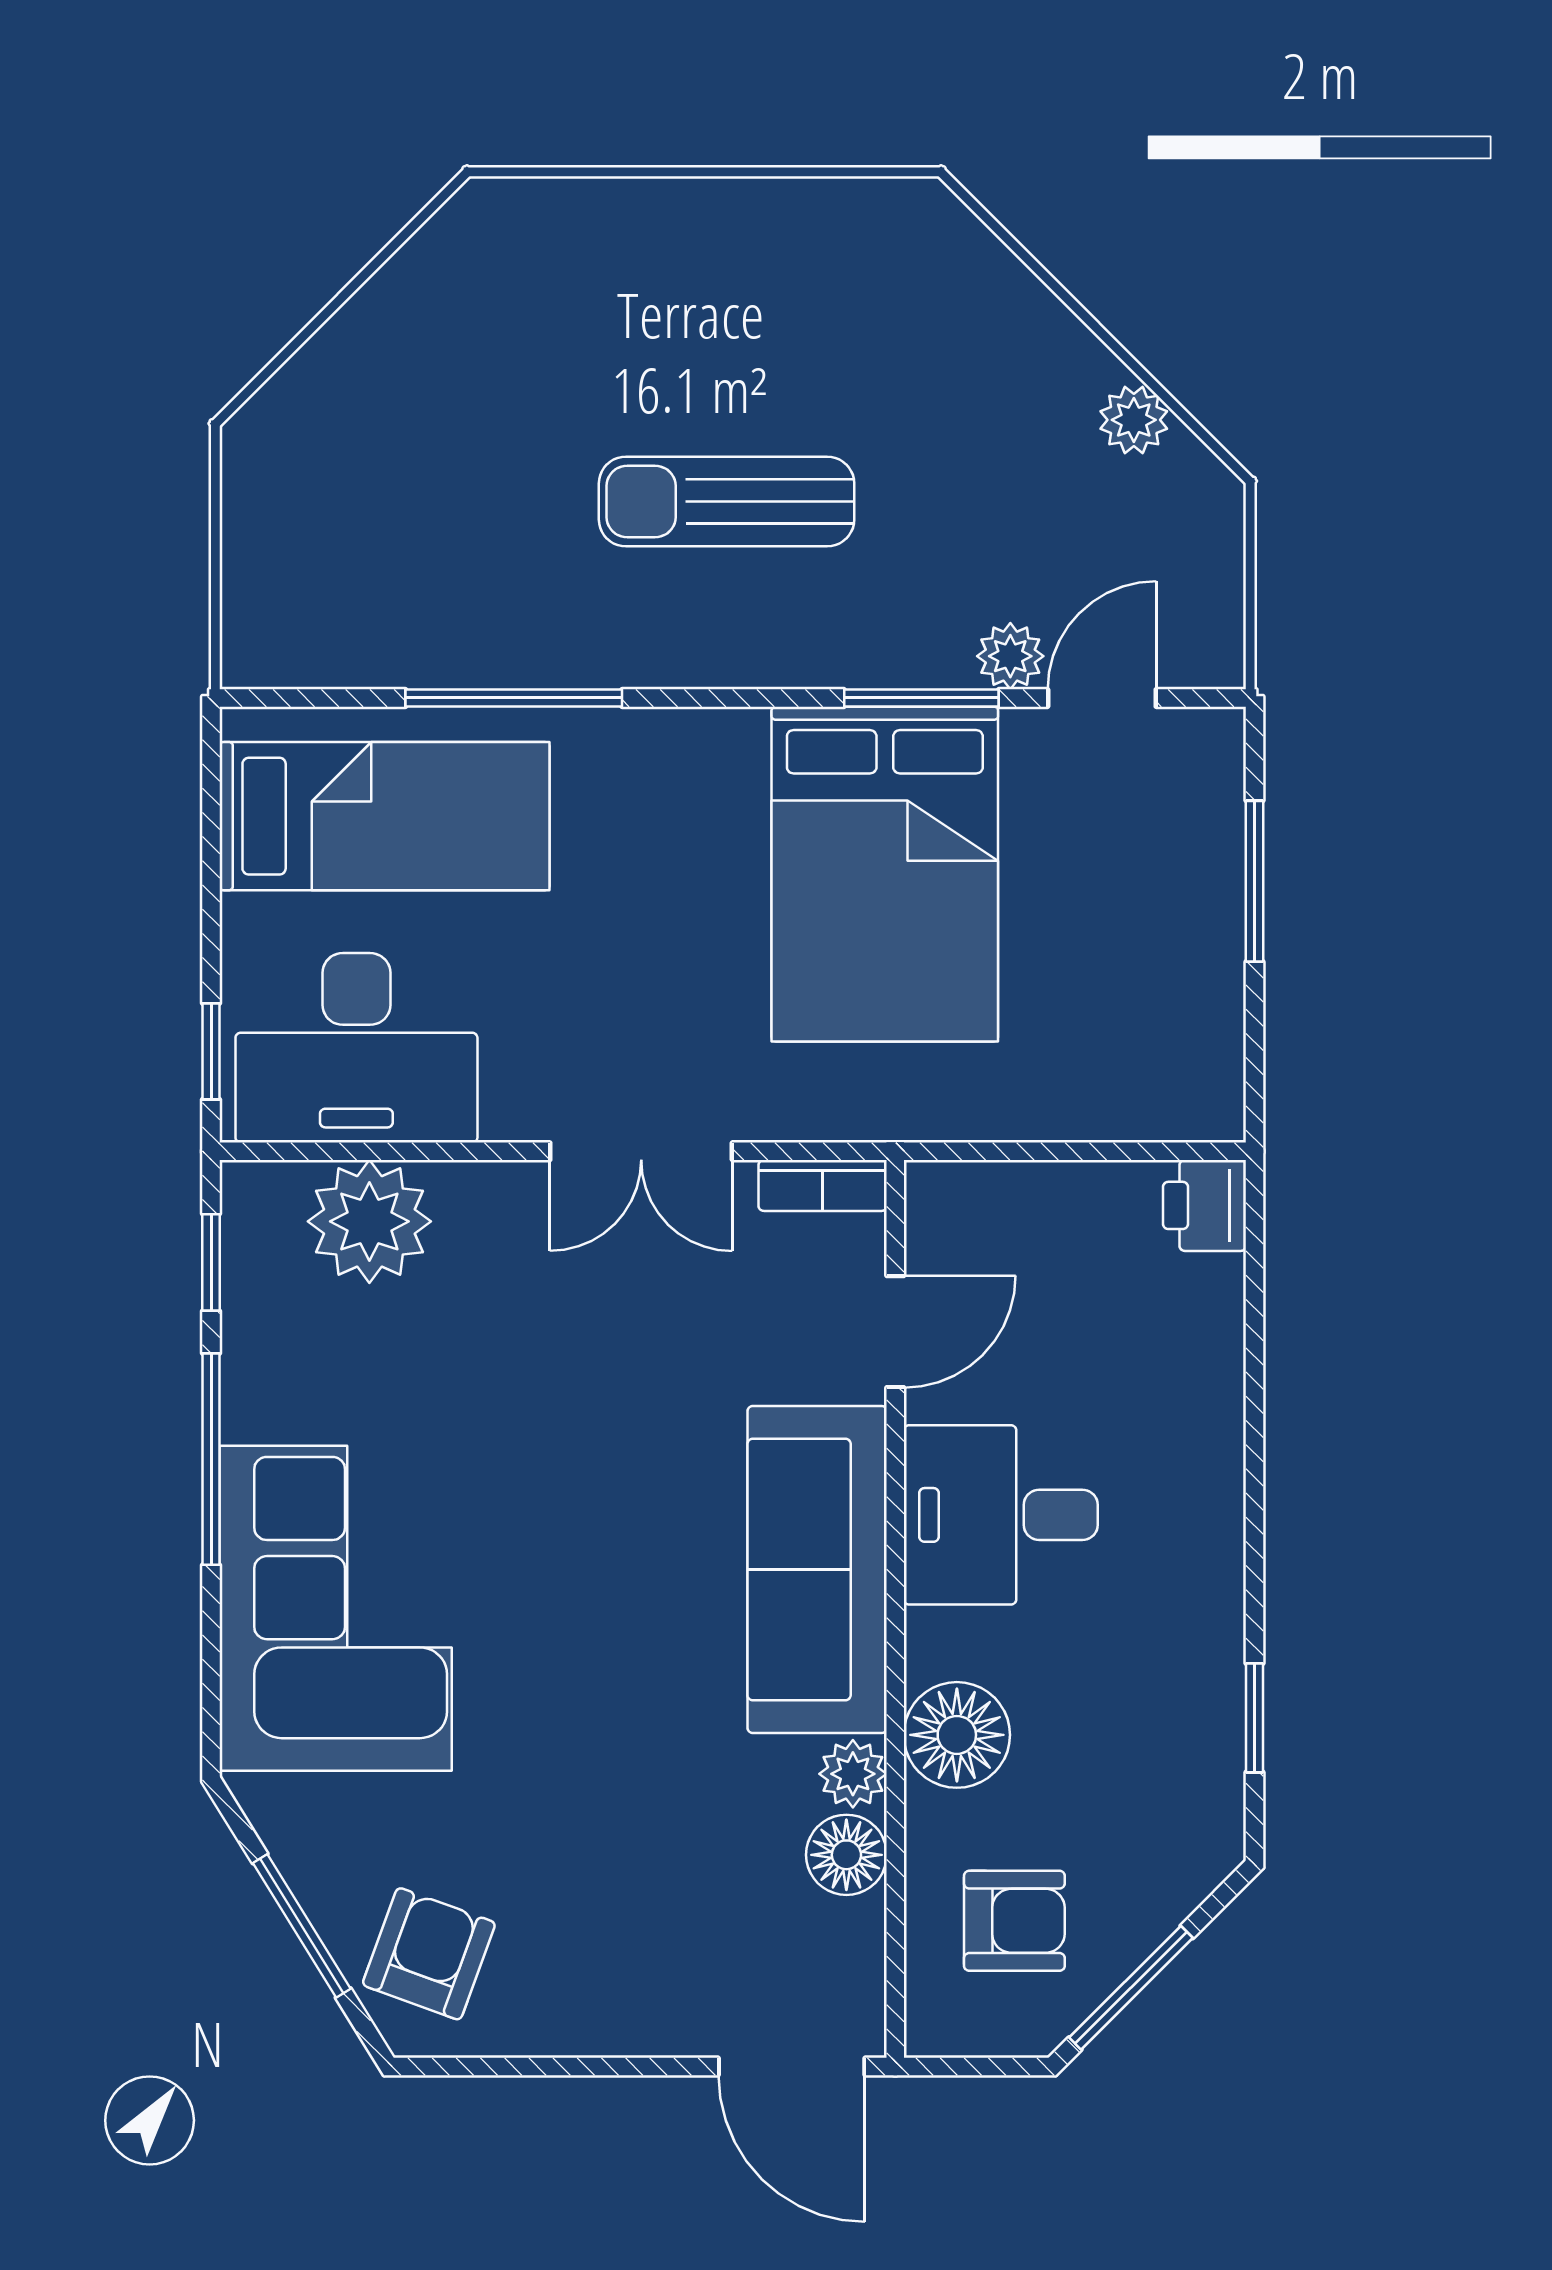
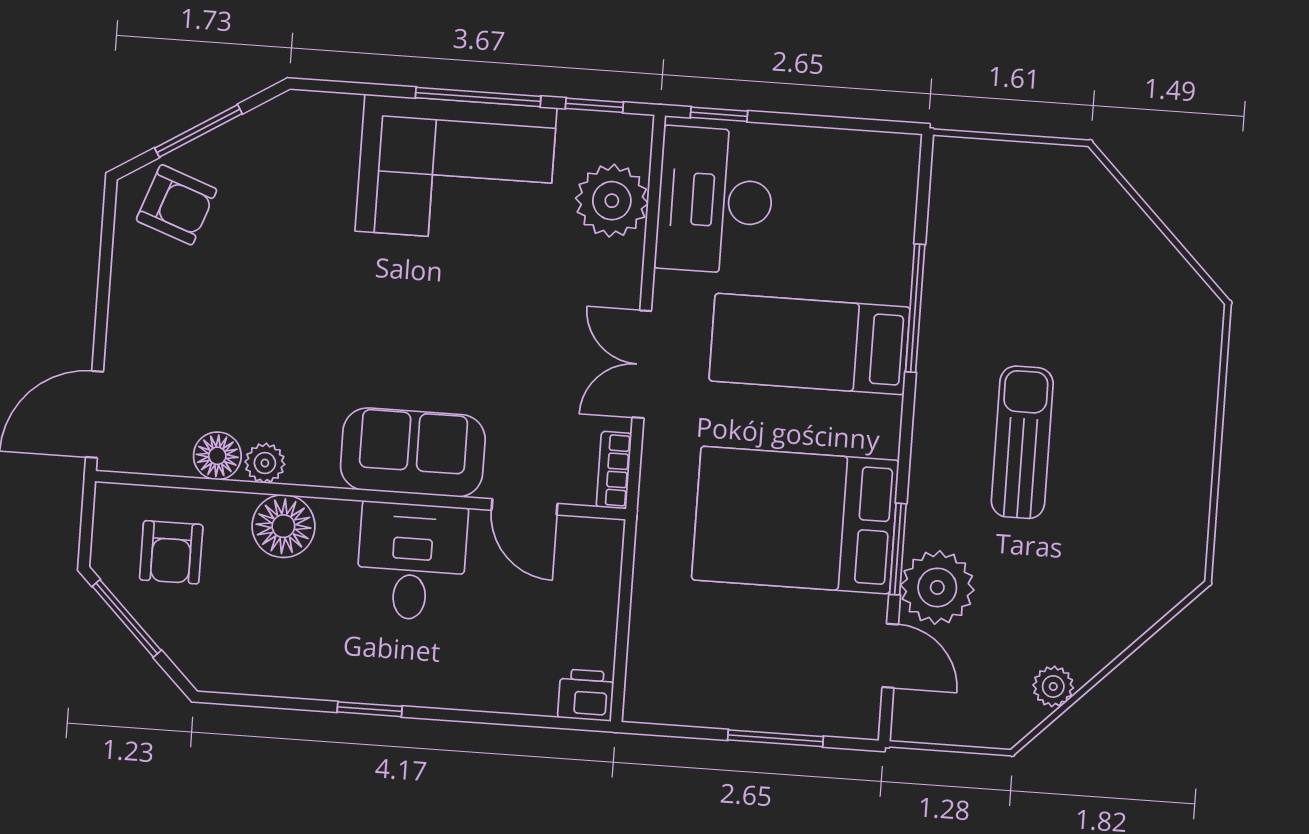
plant: (1010, 656) -> (937, 587), width x1.88, depth x1.88
bed: (384, 816) -> (810, 344), moved, turned 90
sofa: (817, 1570) -> (413, 452), width x0.73
corner sofa: (336, 1608) -> (456, 169), moved
window: (1254, 1718) -> (370, 709), moved

